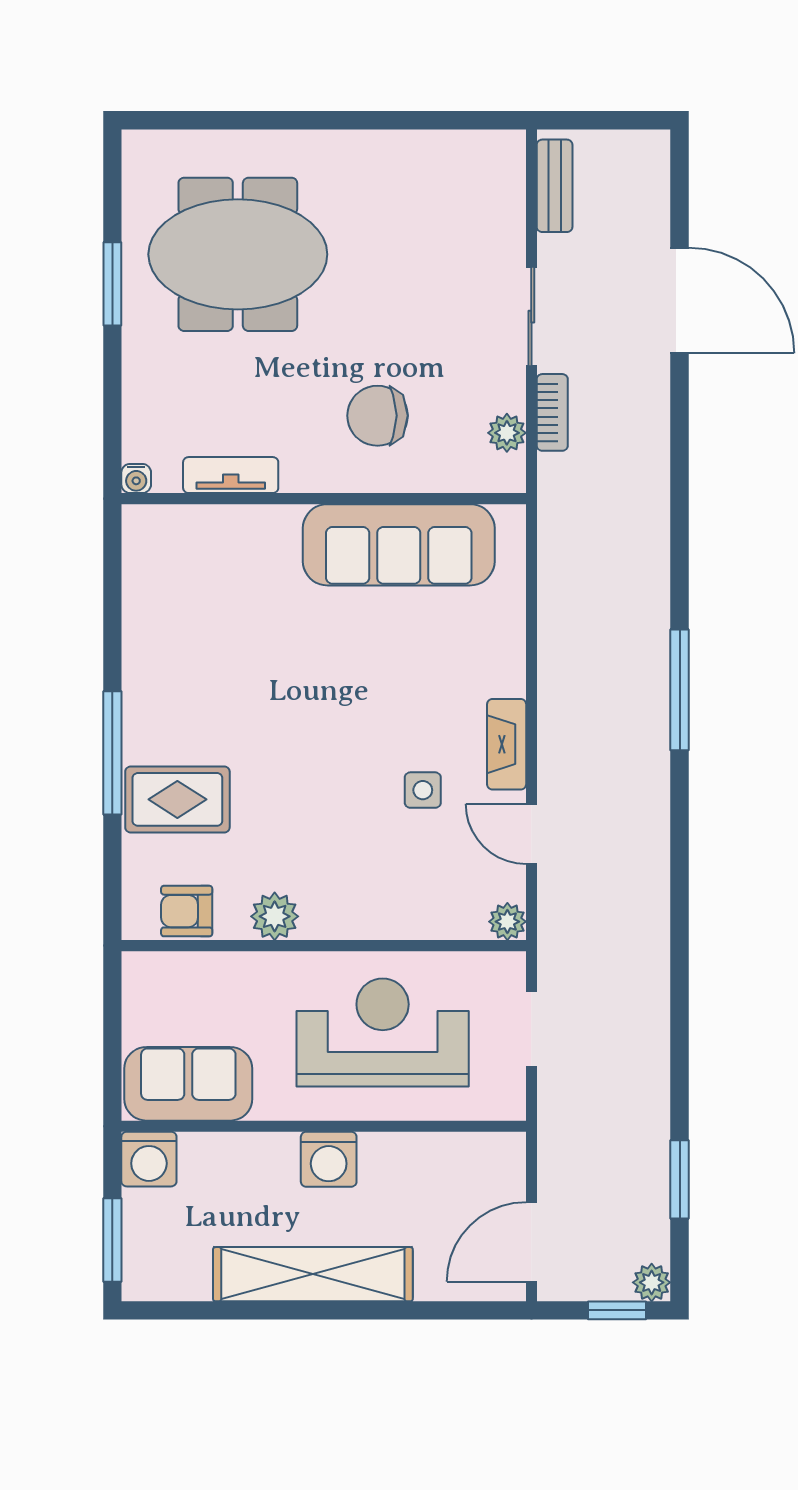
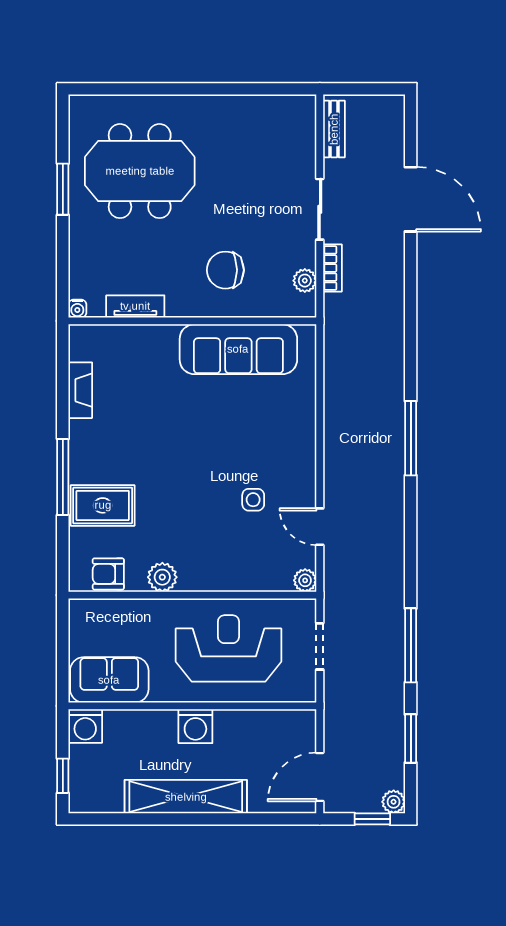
fireplace: (507, 744) -> (80, 390), moved, turned 180
window: (680, 1028) -> (411, 645), added
window: (112, 1240) -> (63, 776), width x0.67

